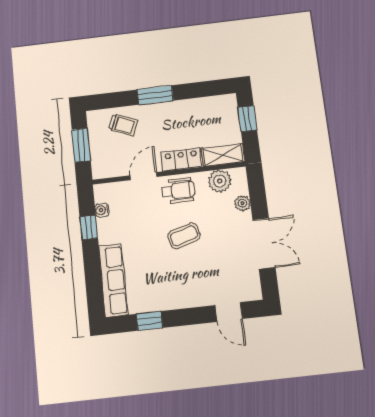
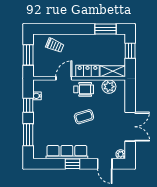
window: (155, 95) -> (105, 29), moved
plant: (242, 203) -> (121, 154), moved
window: (93, 277) -> (28, 135), added
row of seats: (113, 280) -> (67, 152), moved, turned -90
window: (150, 321) -> (73, 164), moved

